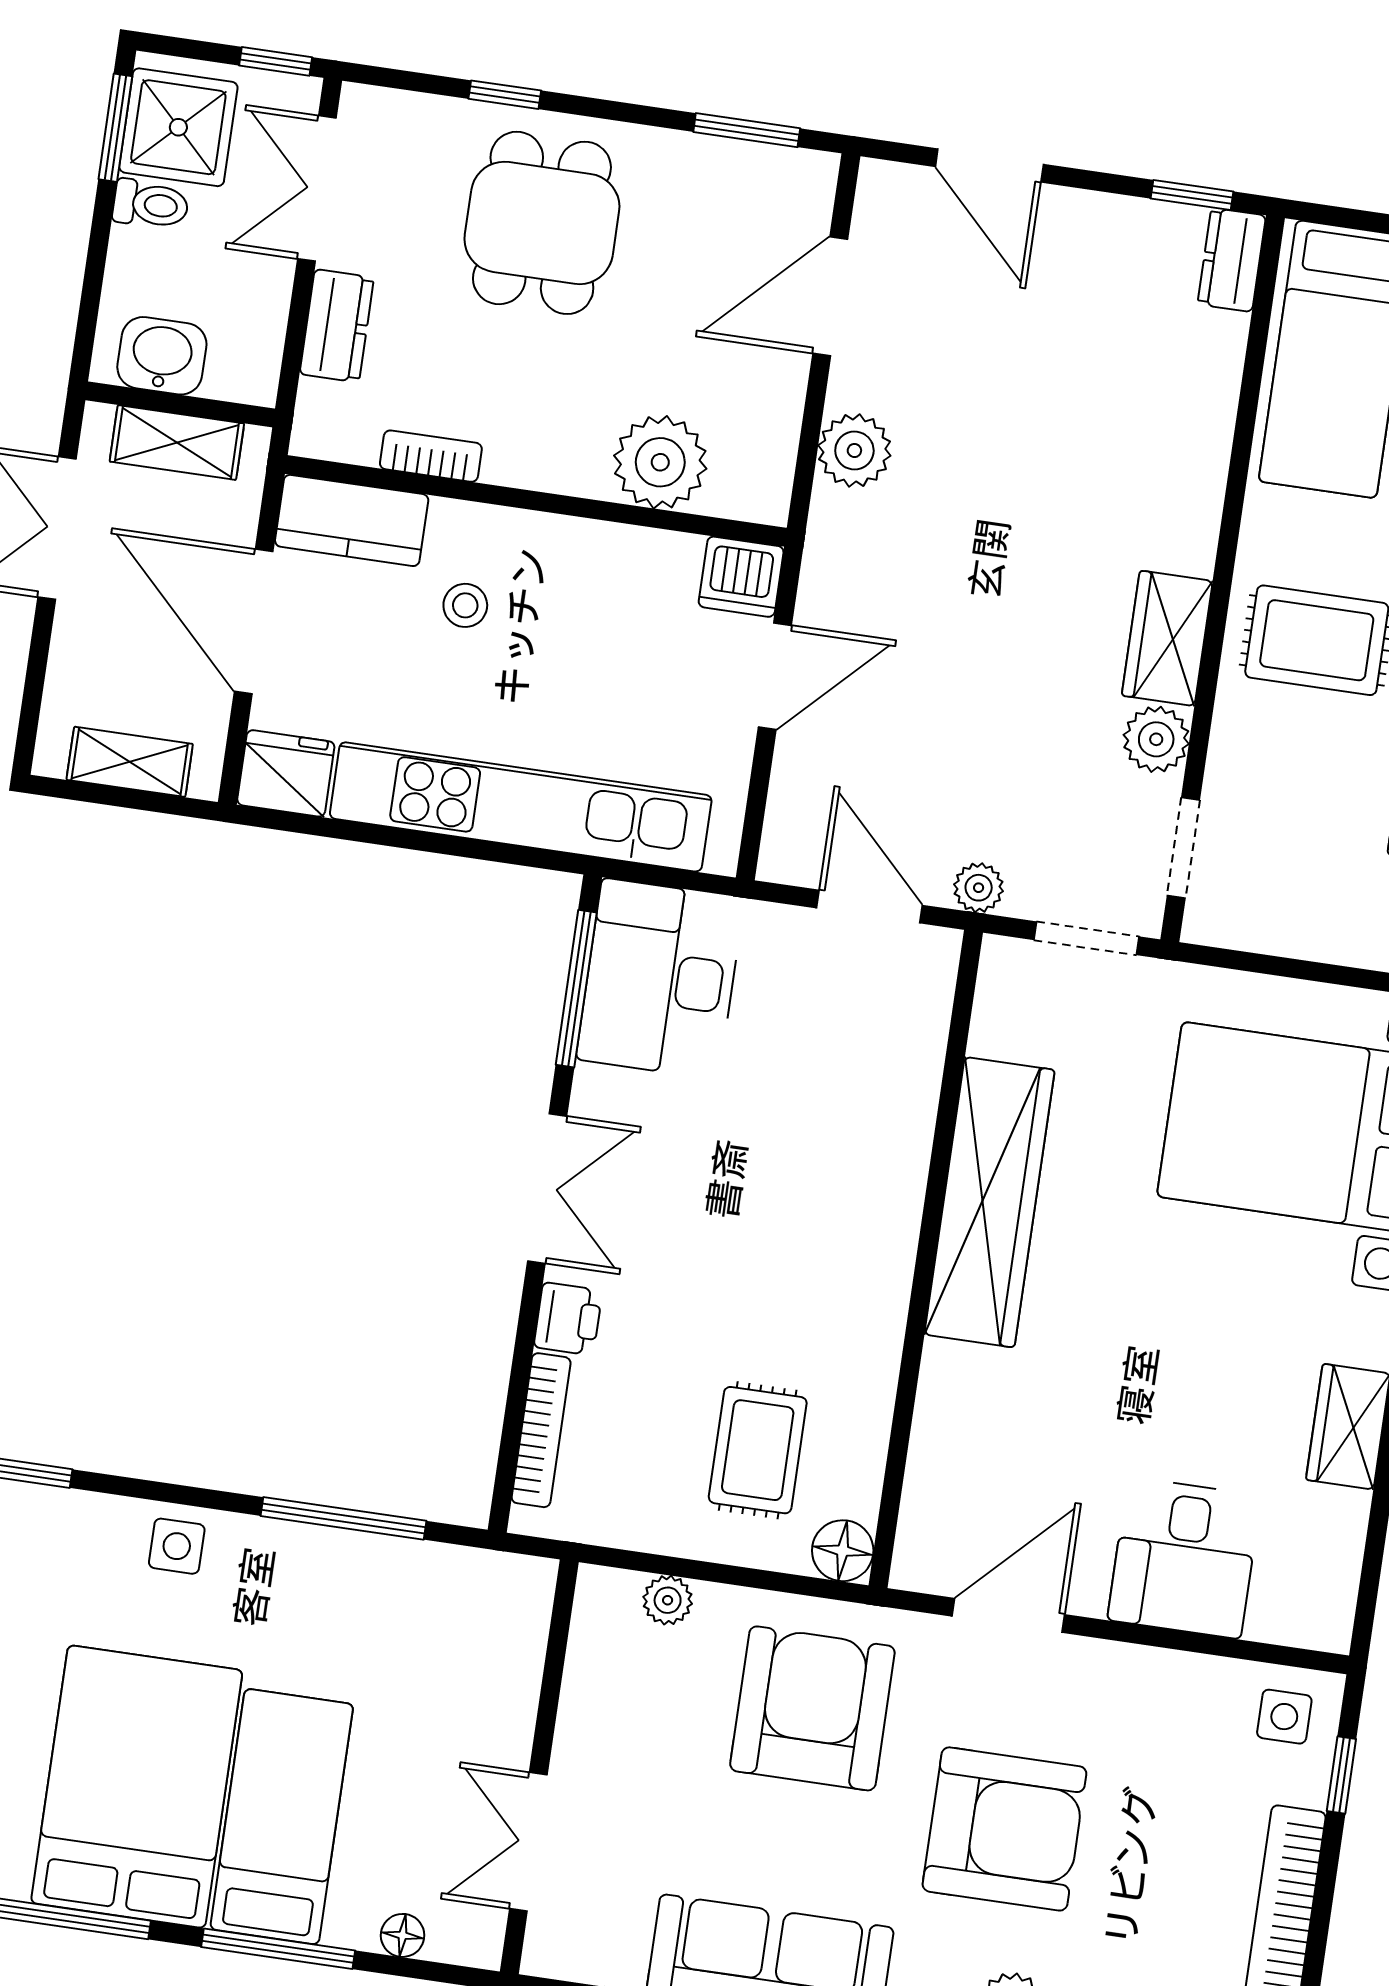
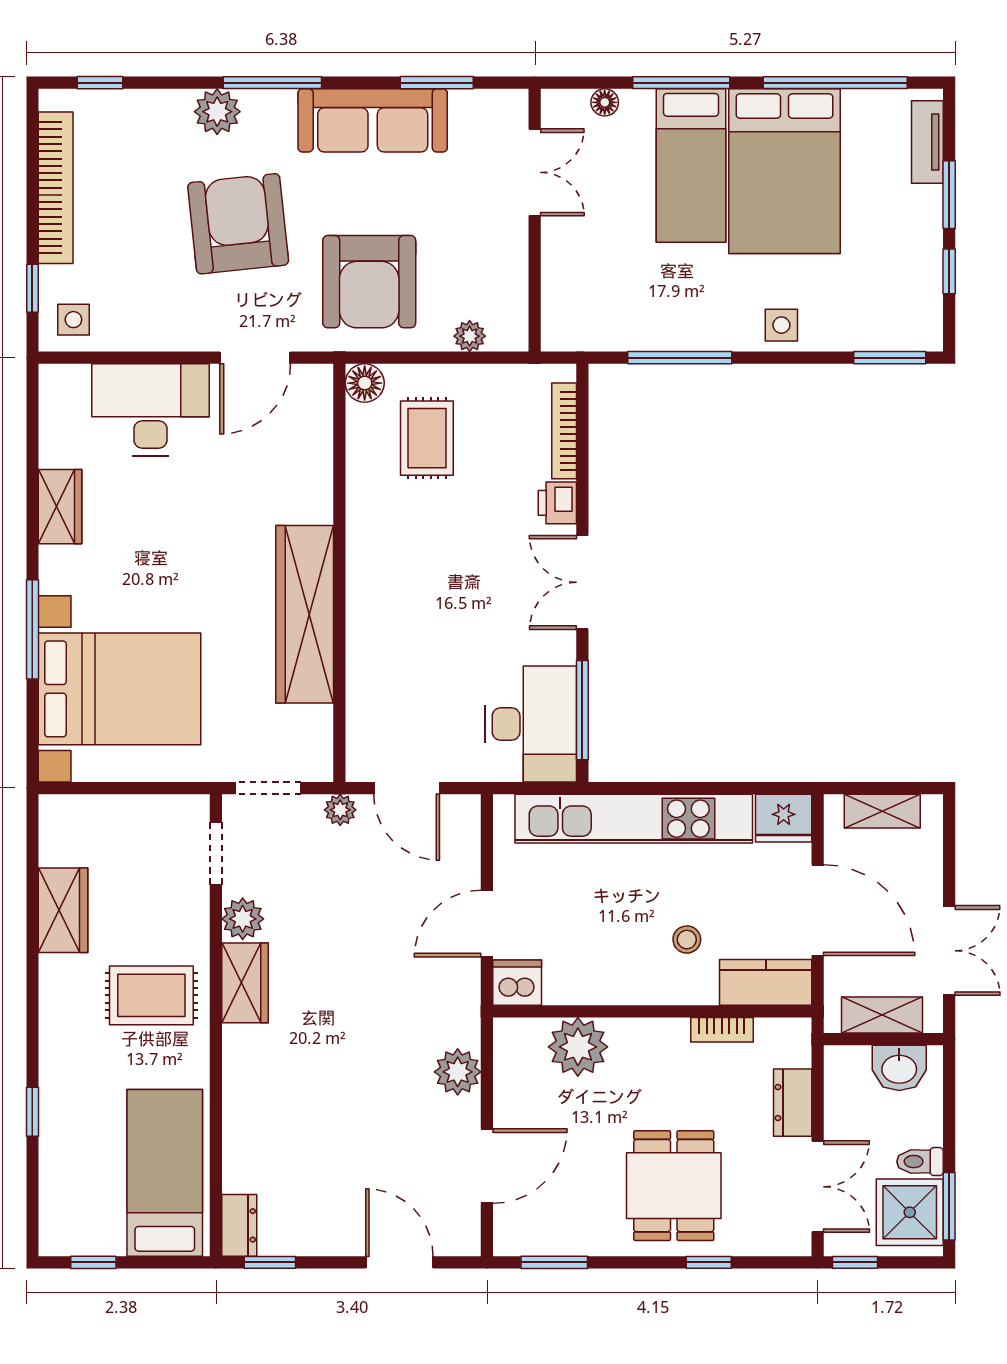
desk: (1184, 1558) -> (150, 410), width x1.37
armchair: (1004, 1829) -> (238, 224), turned 84

